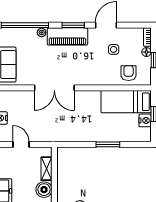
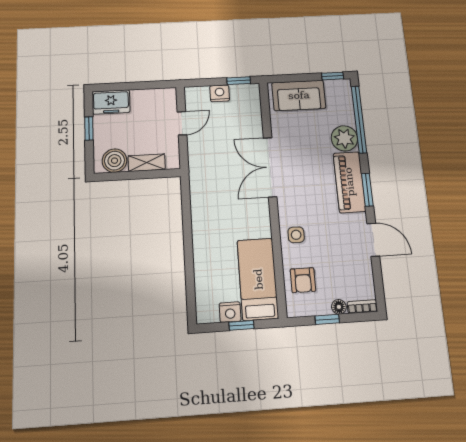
plant: (42, 32) -> (344, 138), width x1.87, depth x1.87
side table: (114, 49) -> (296, 235), moved
armchair: (129, 73) -> (303, 280), turned 90
window: (108, 144) -> (189, 254), removed

